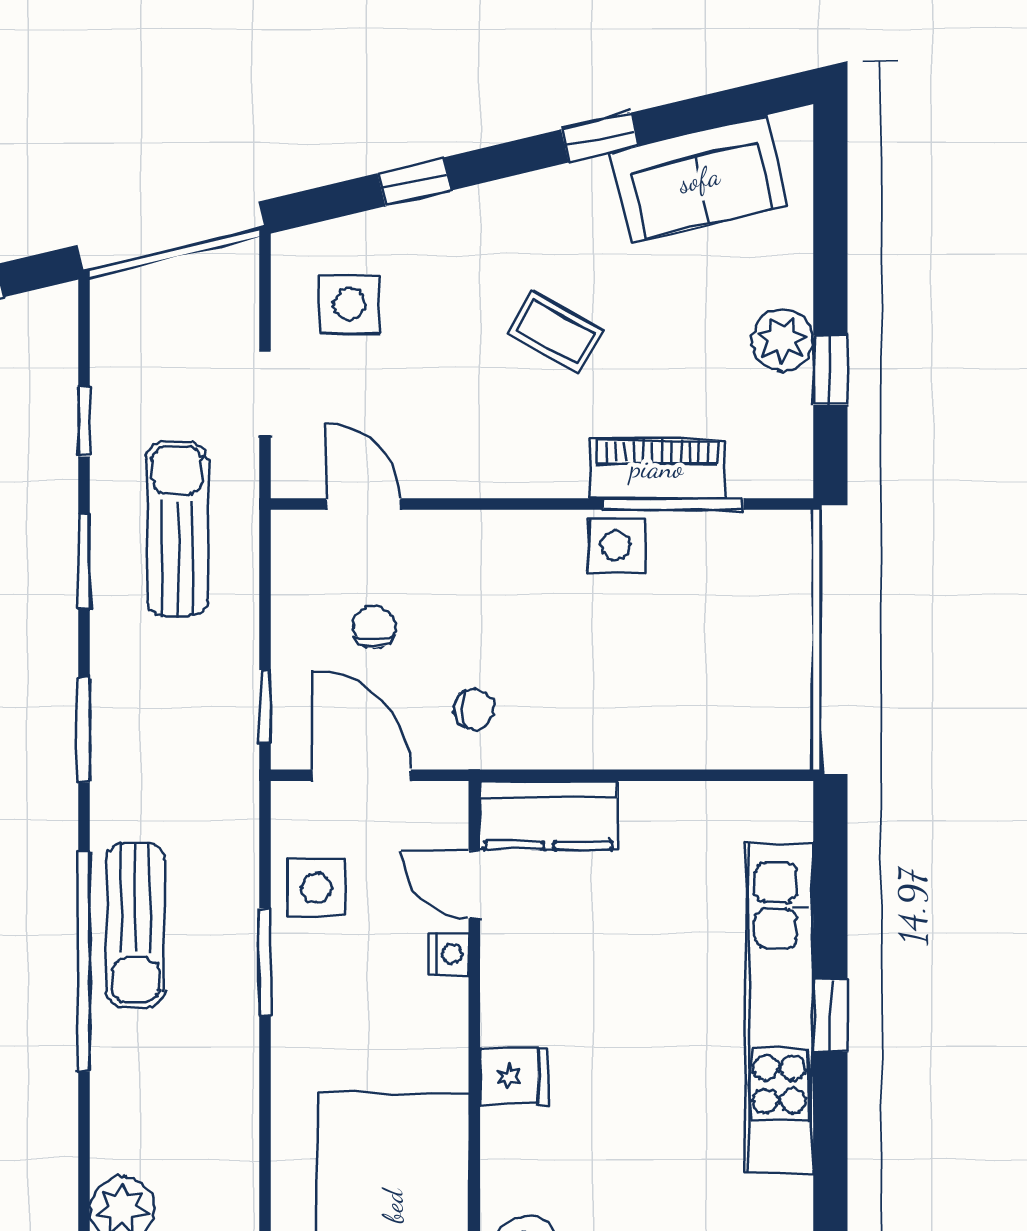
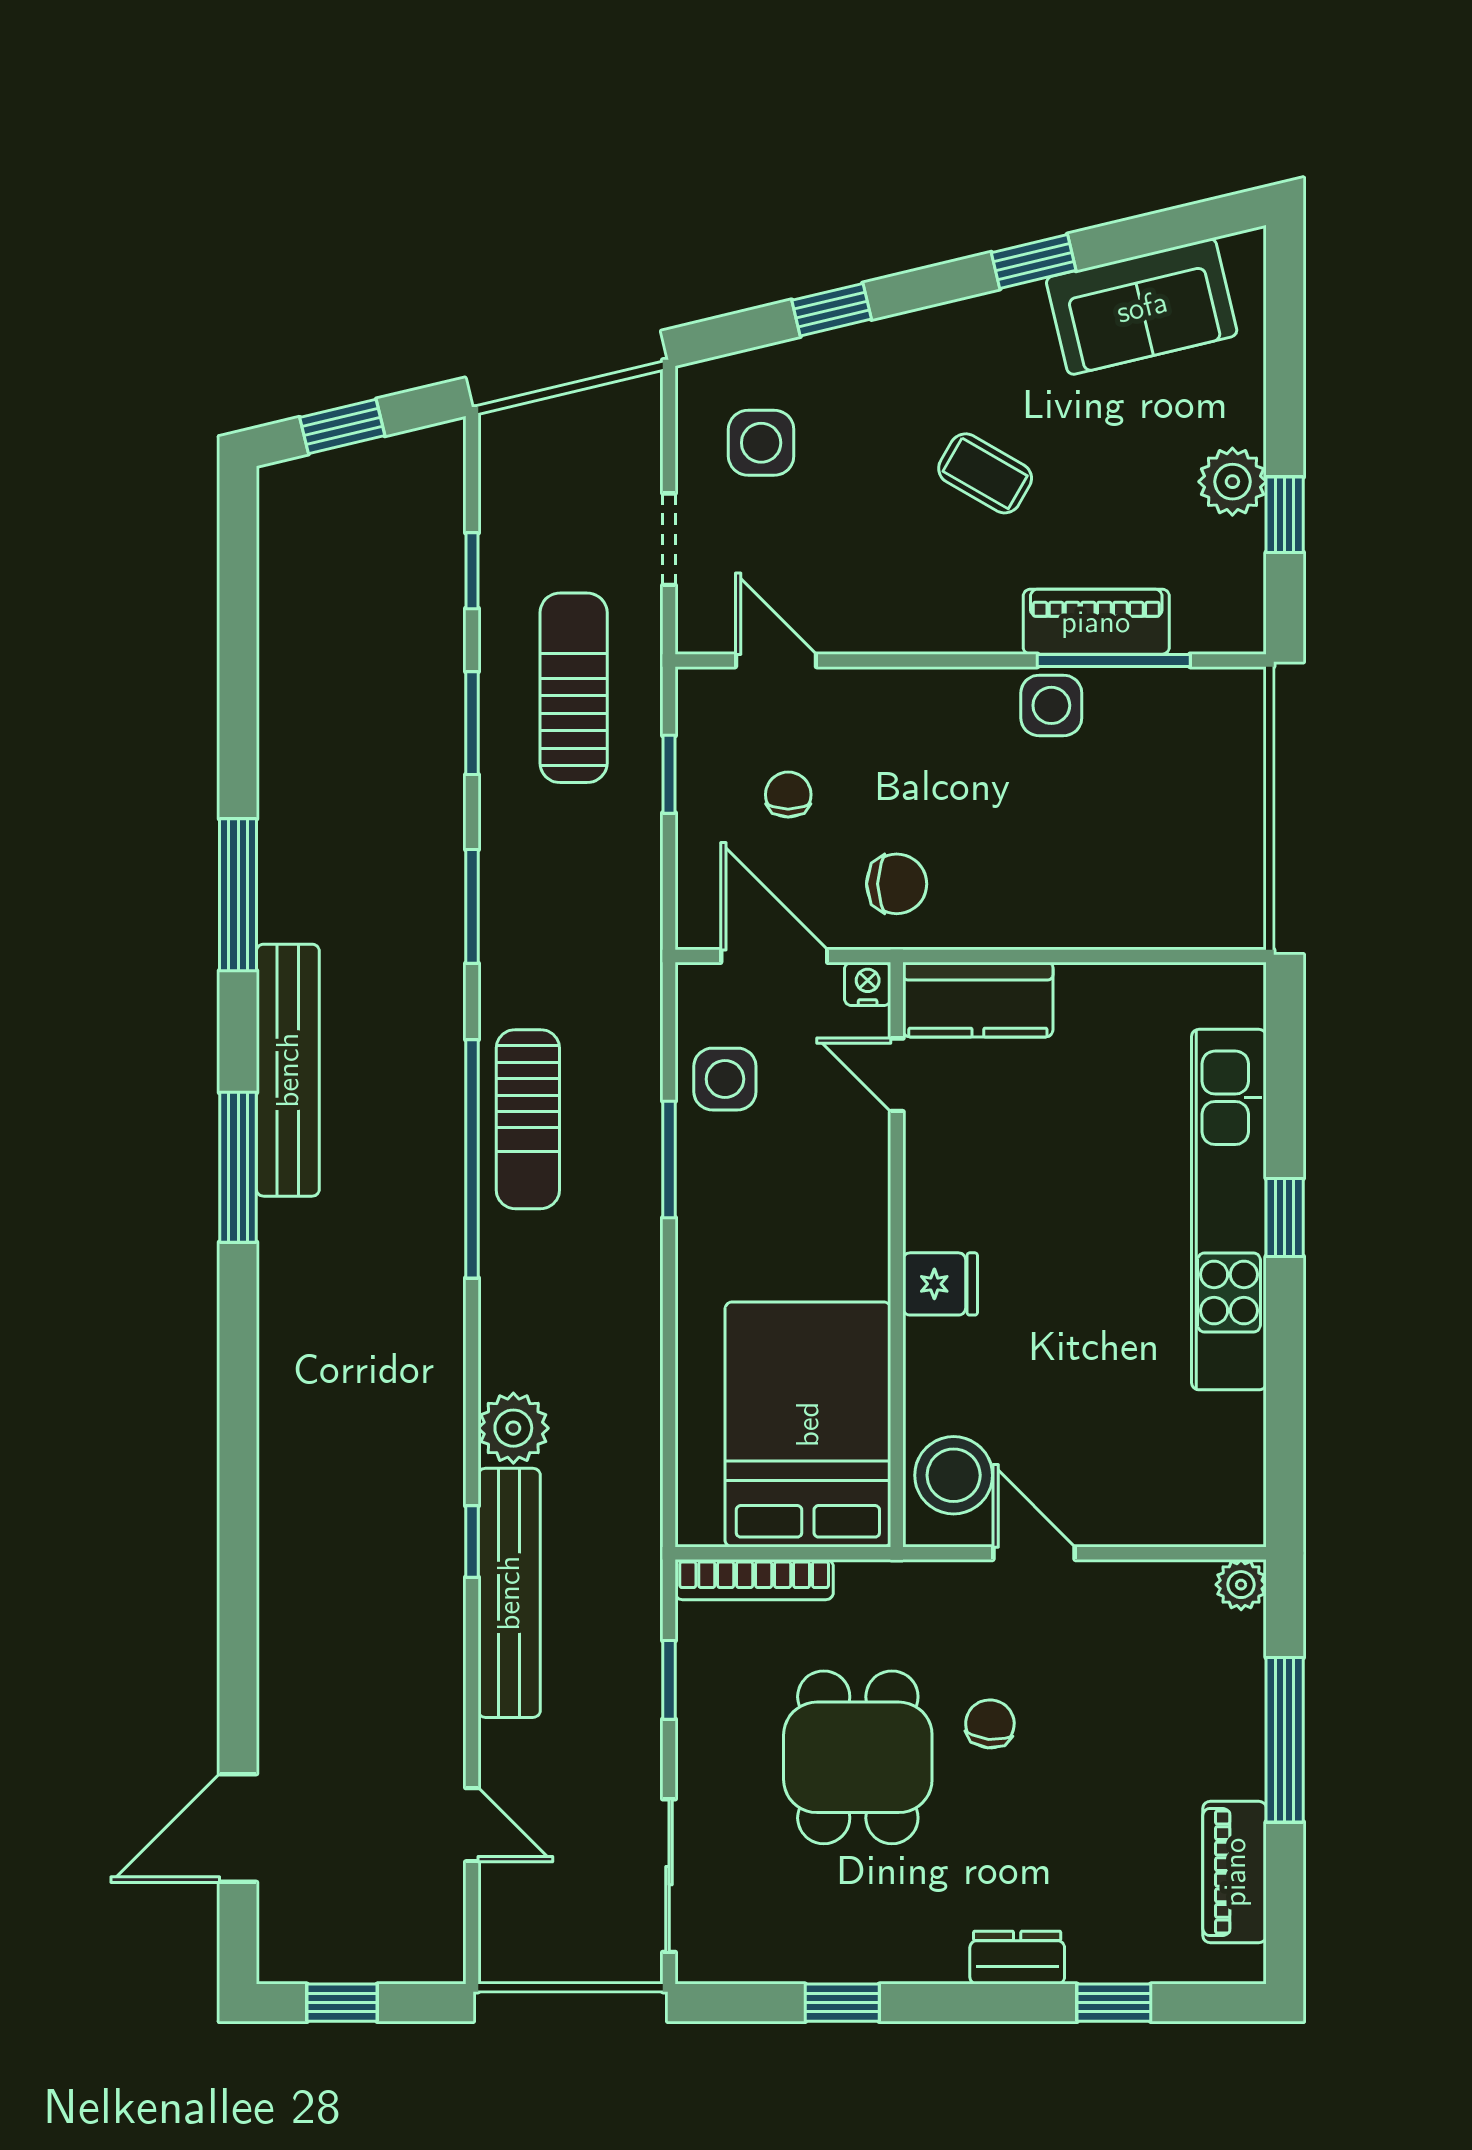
window: (265, 706) -> (669, 774), moved
chair: (474, 709) -> (897, 884), width x1.37, depth x1.37
nightstand: (449, 954) -> (868, 984), moved, turned -90

